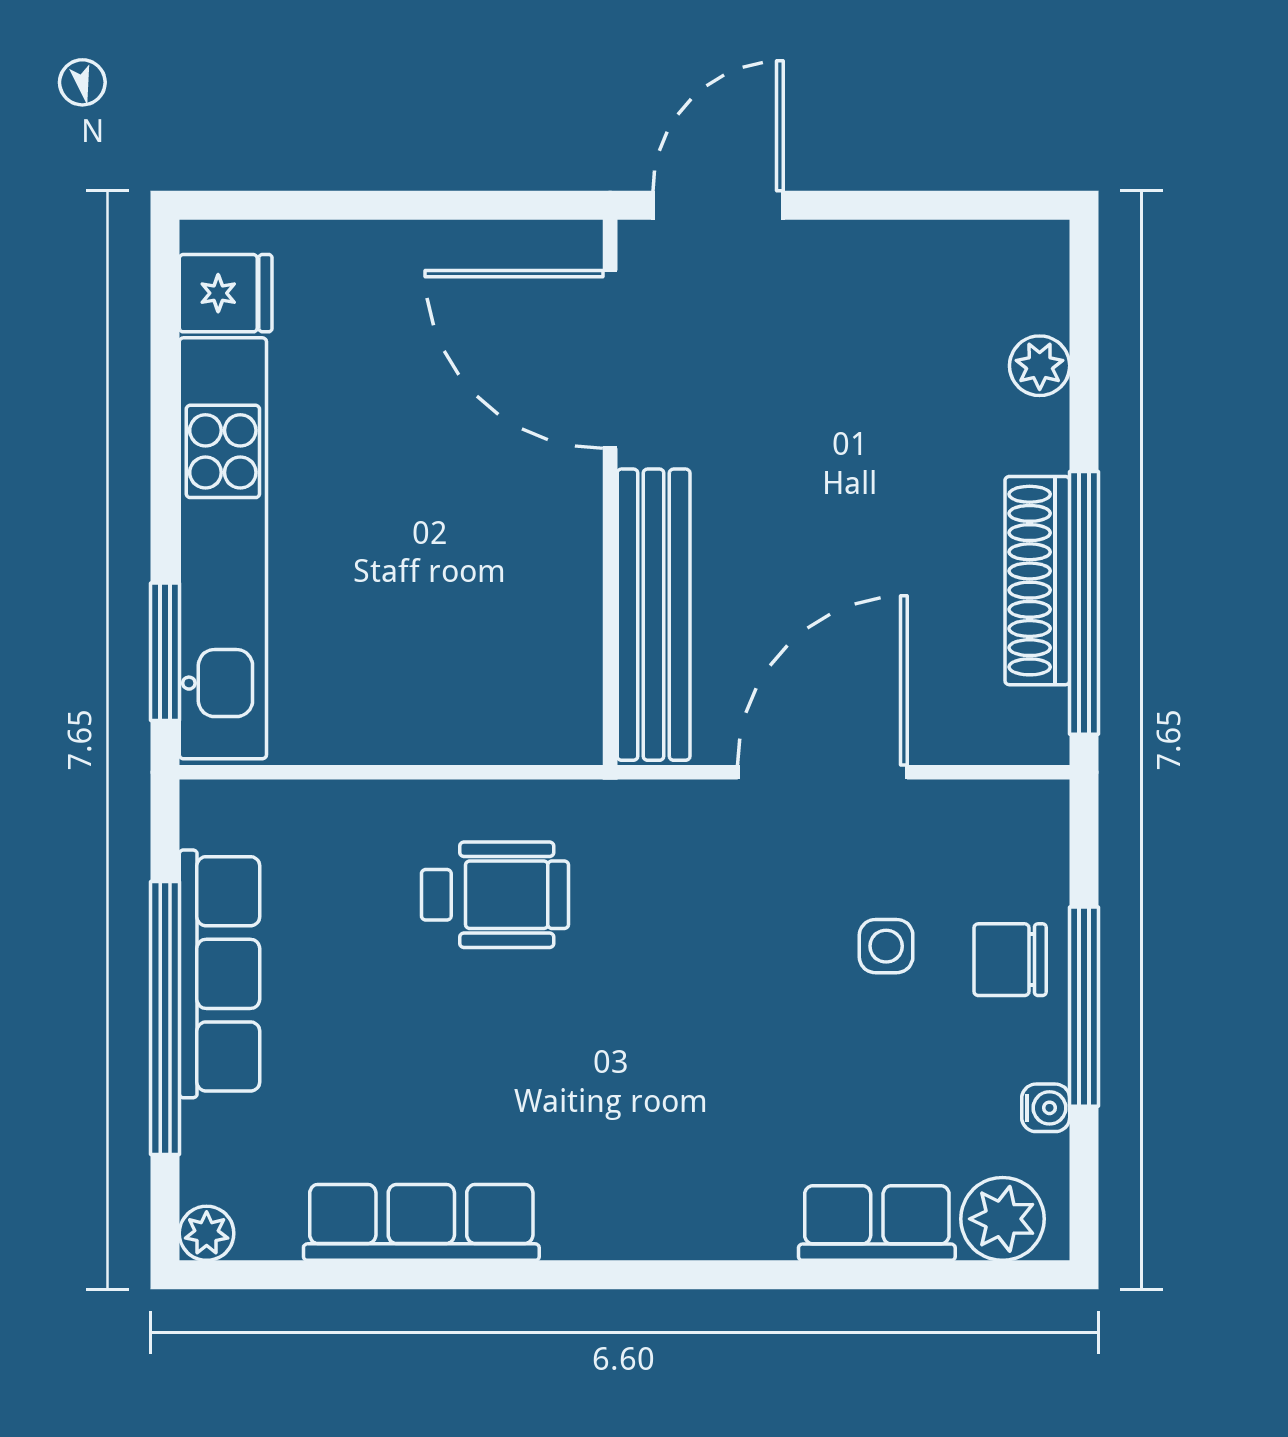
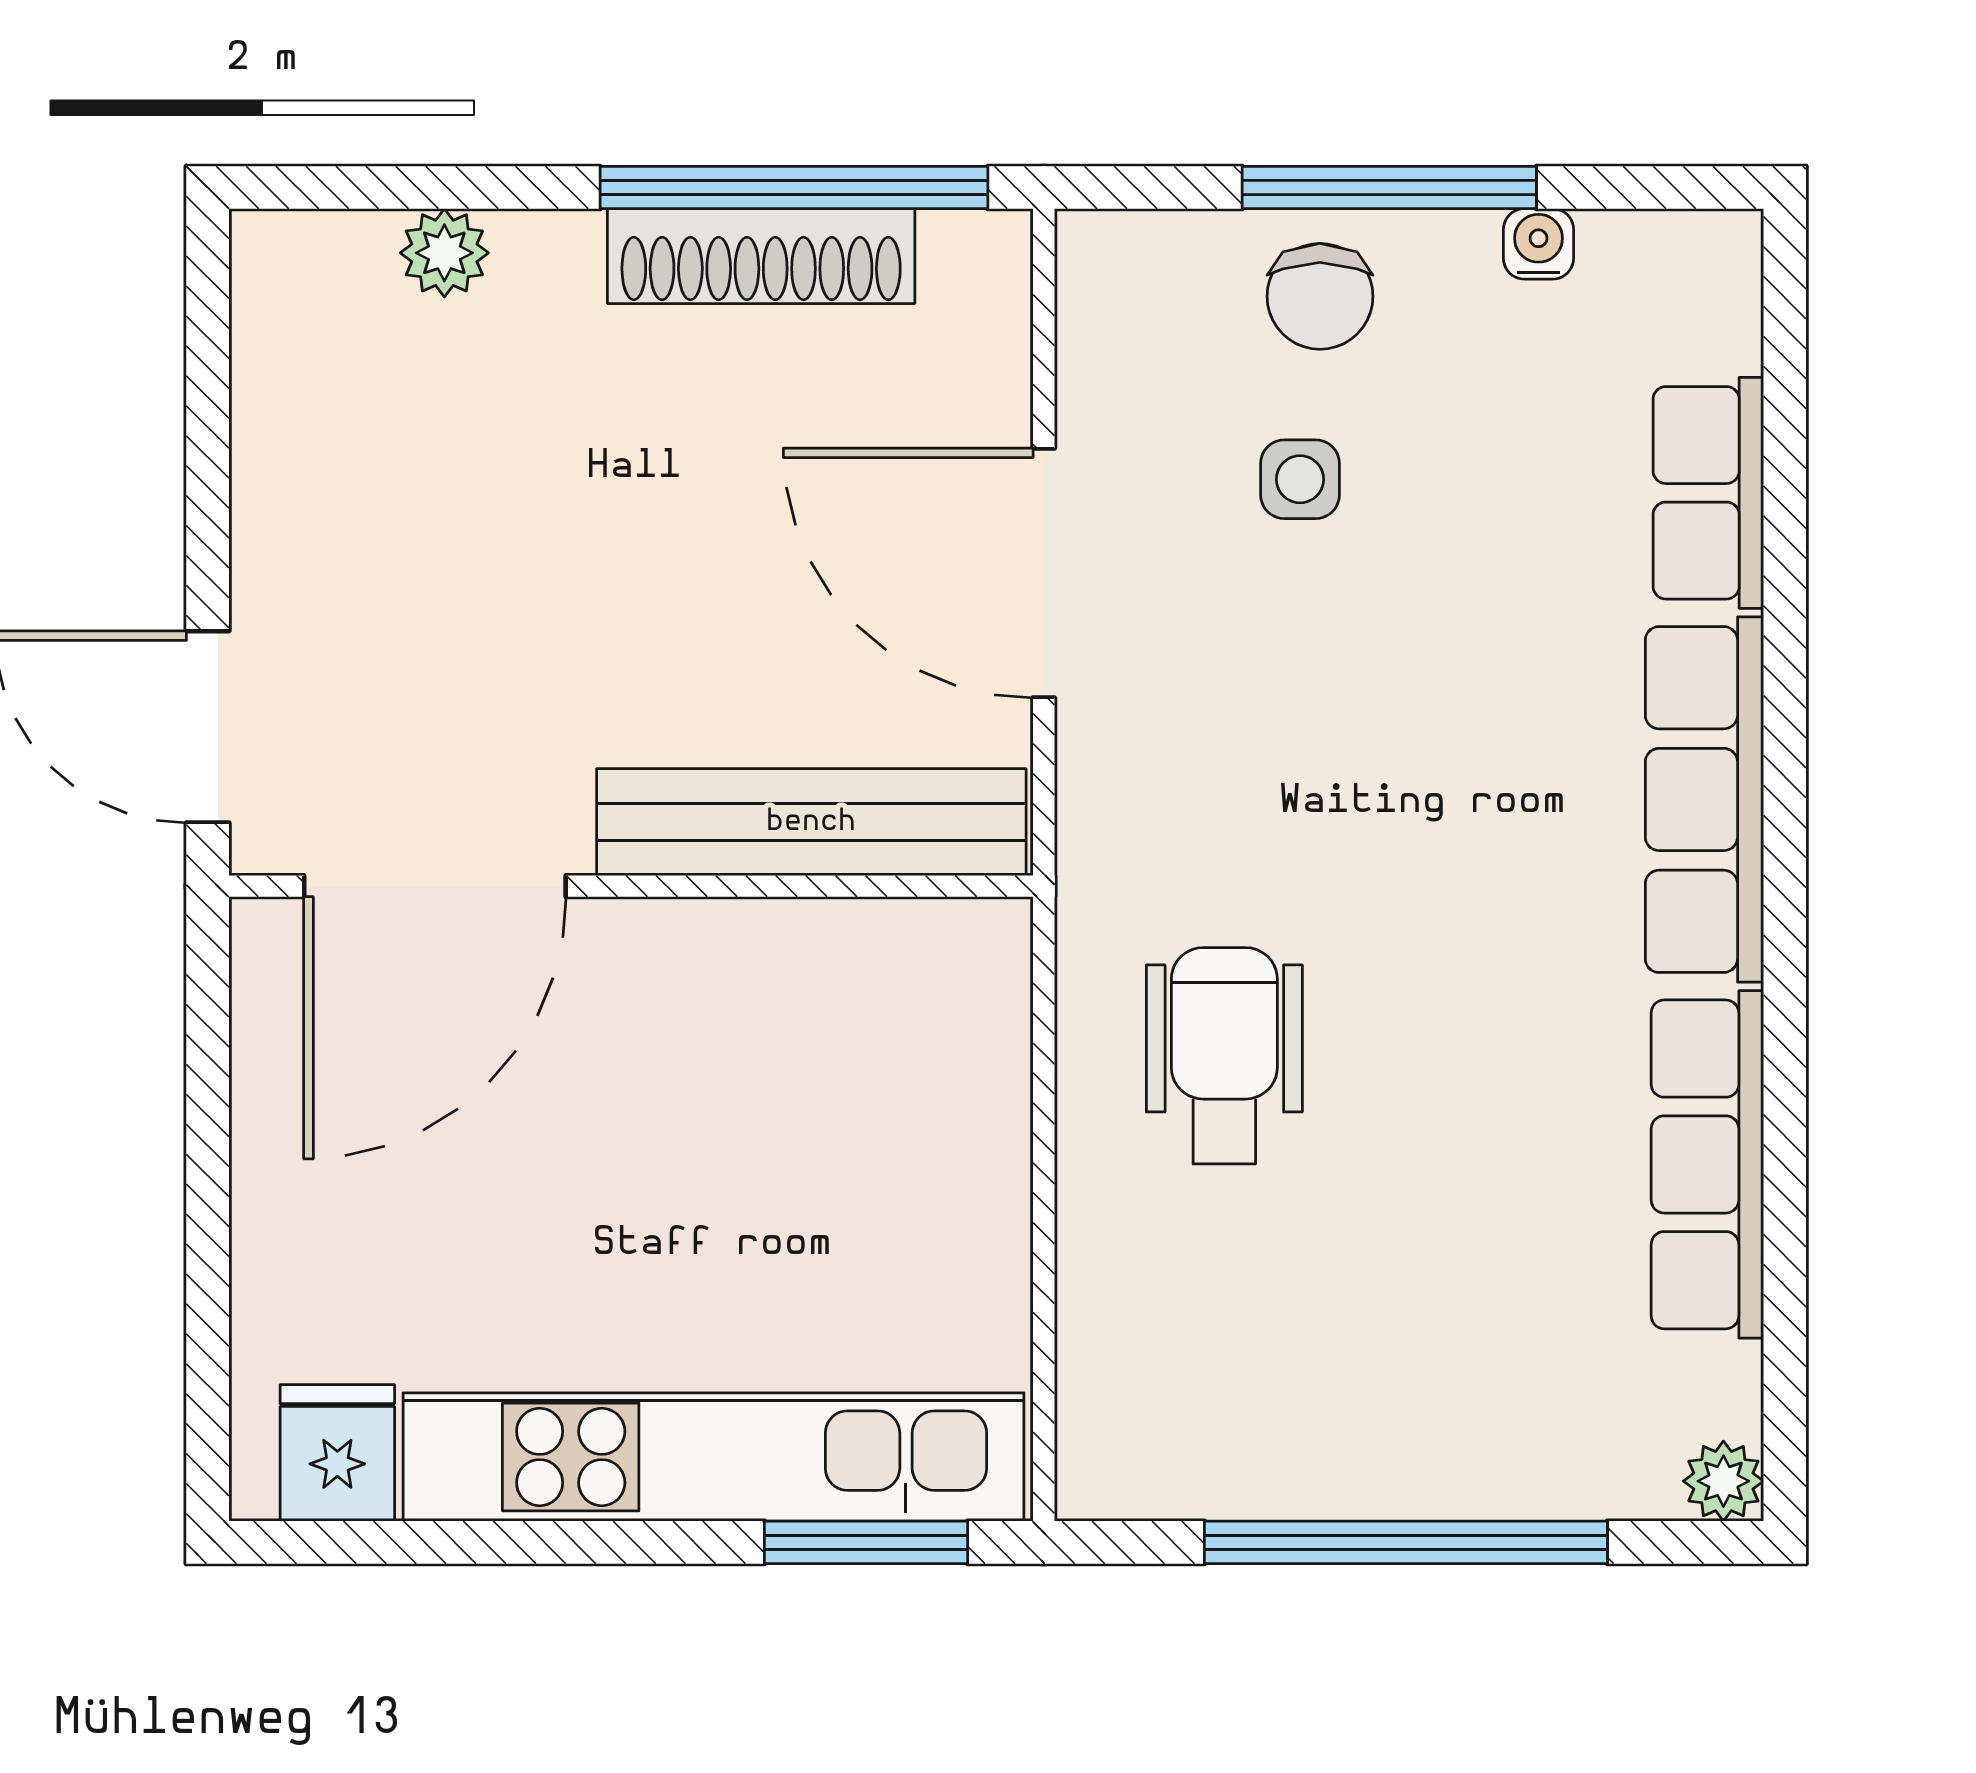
row of seats: (219, 974) -> (1704, 799), moved, turned -90
plant: (1003, 1219) -> (1702, 307), removed

